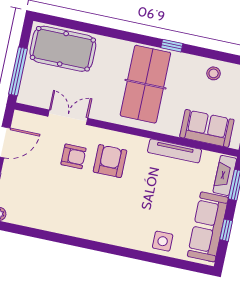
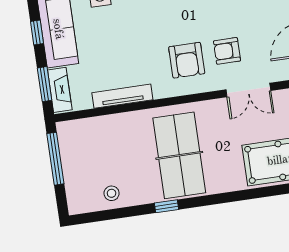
sofa: (207, 128) -> (97, 133), removed

